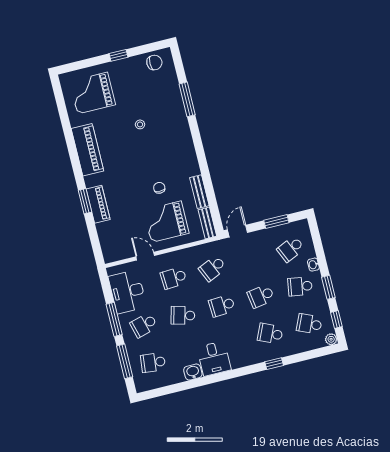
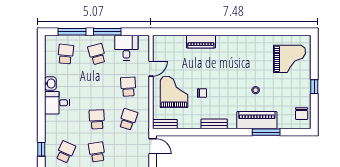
grand piano: (92, 93) -> (290, 59), turned 90
piano: (87, 150) -> (257, 120), moved, turned 180
bench: (199, 192) -> (214, 124), moved
window: (85, 201) -> (206, 32), removed
school desk: (213, 268) -> (128, 119), turned 42
desk: (127, 292) -> (126, 48), width x0.73
school desk: (183, 315) -> (97, 87), removed

